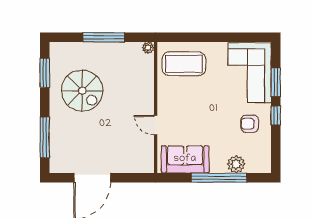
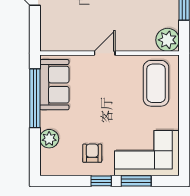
plant: (148, 48) -> (168, 40), width x1.87, depth x1.87
door: (156, 125) -> (105, 53), moved
window: (219, 178) -> (35, 98), moved

